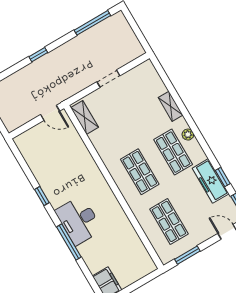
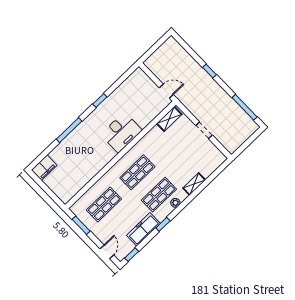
door: (50, 113) -> (166, 91), swing flipped
window: (223, 177) -> (163, 224), moved
desk: (79, 220) -> (121, 132), moved, turned 180

